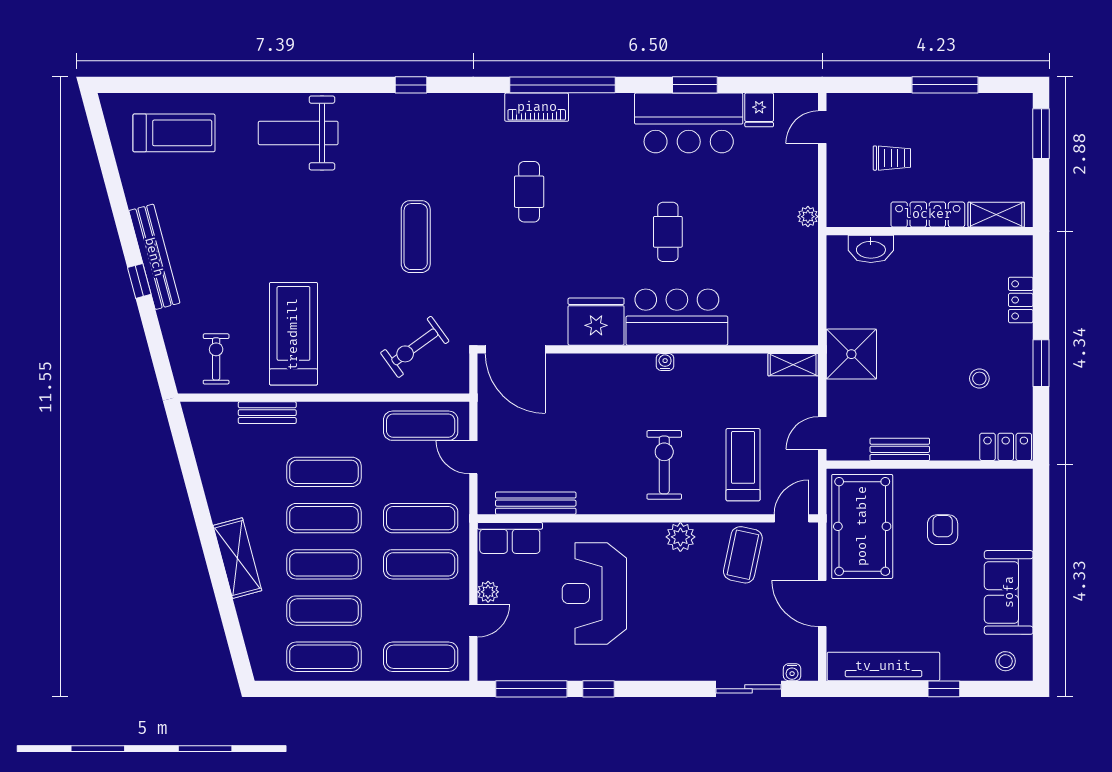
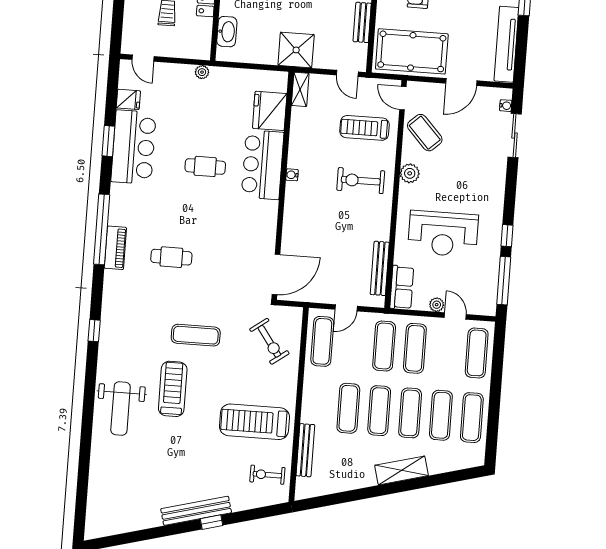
treadmill: (174, 133) -> (173, 389), moved
fridge: (596, 322) -> (270, 111), moved
bench: (267, 413) -> (305, 450), width x1.36
coffee table: (743, 555) -> (425, 133), turned 35

